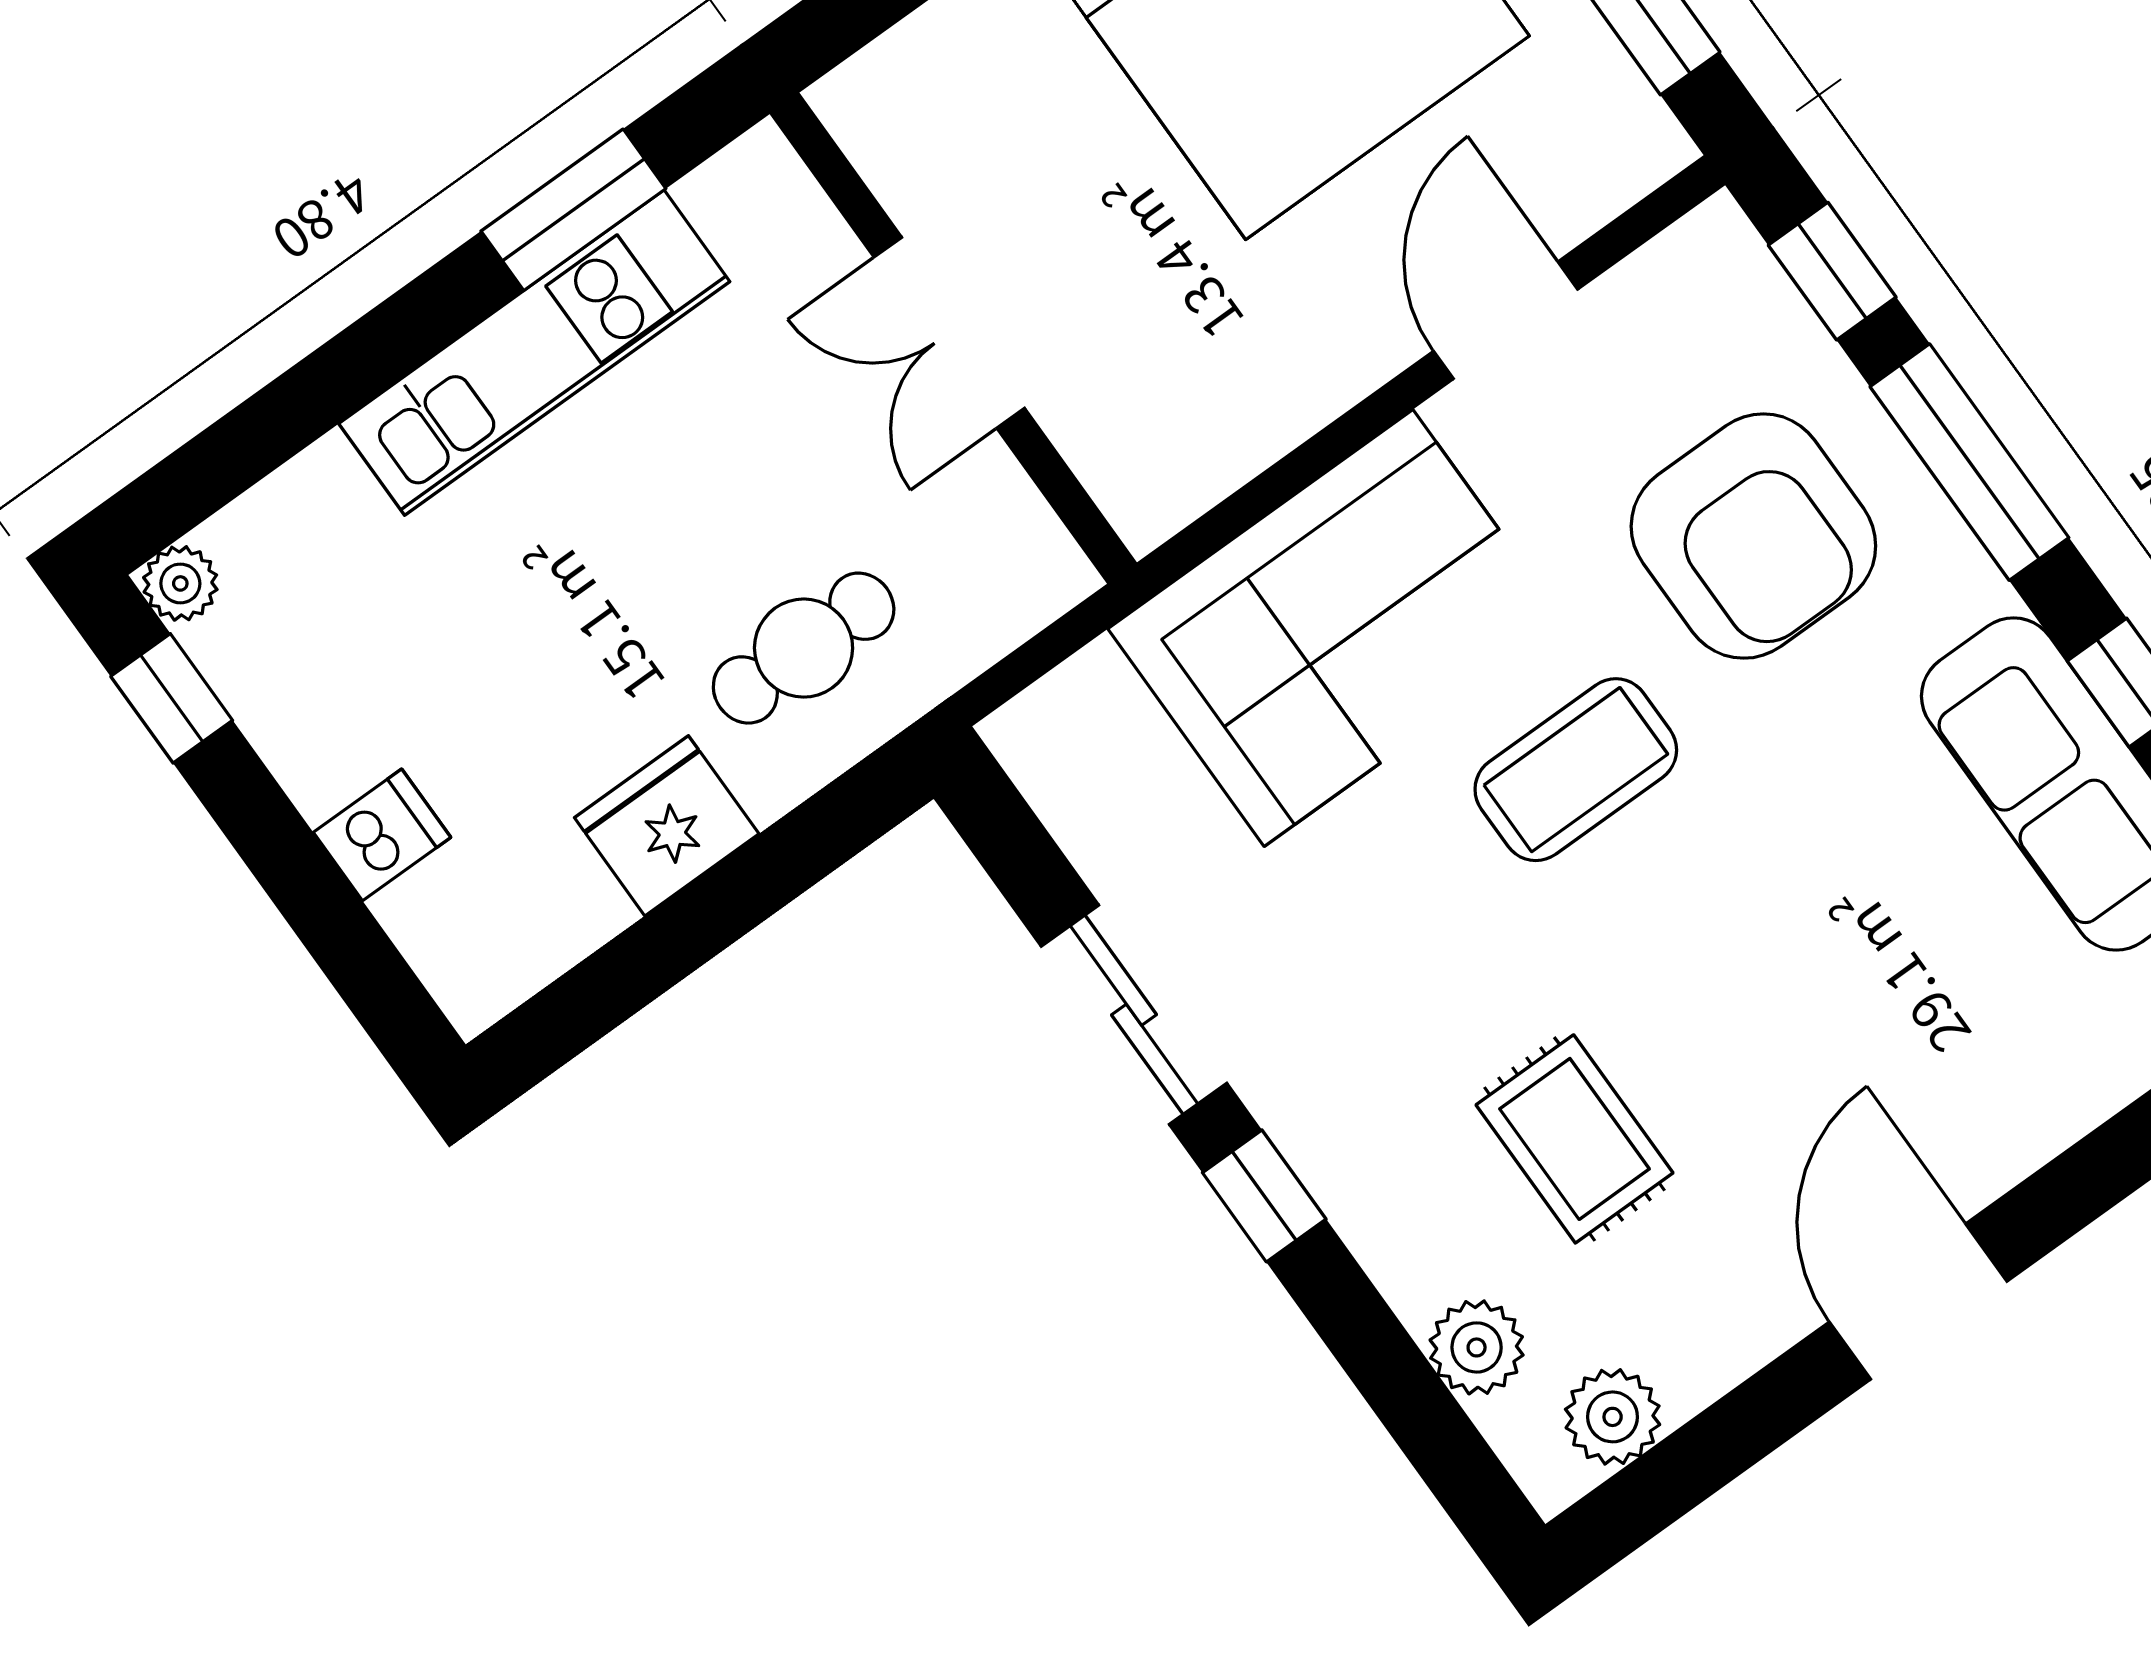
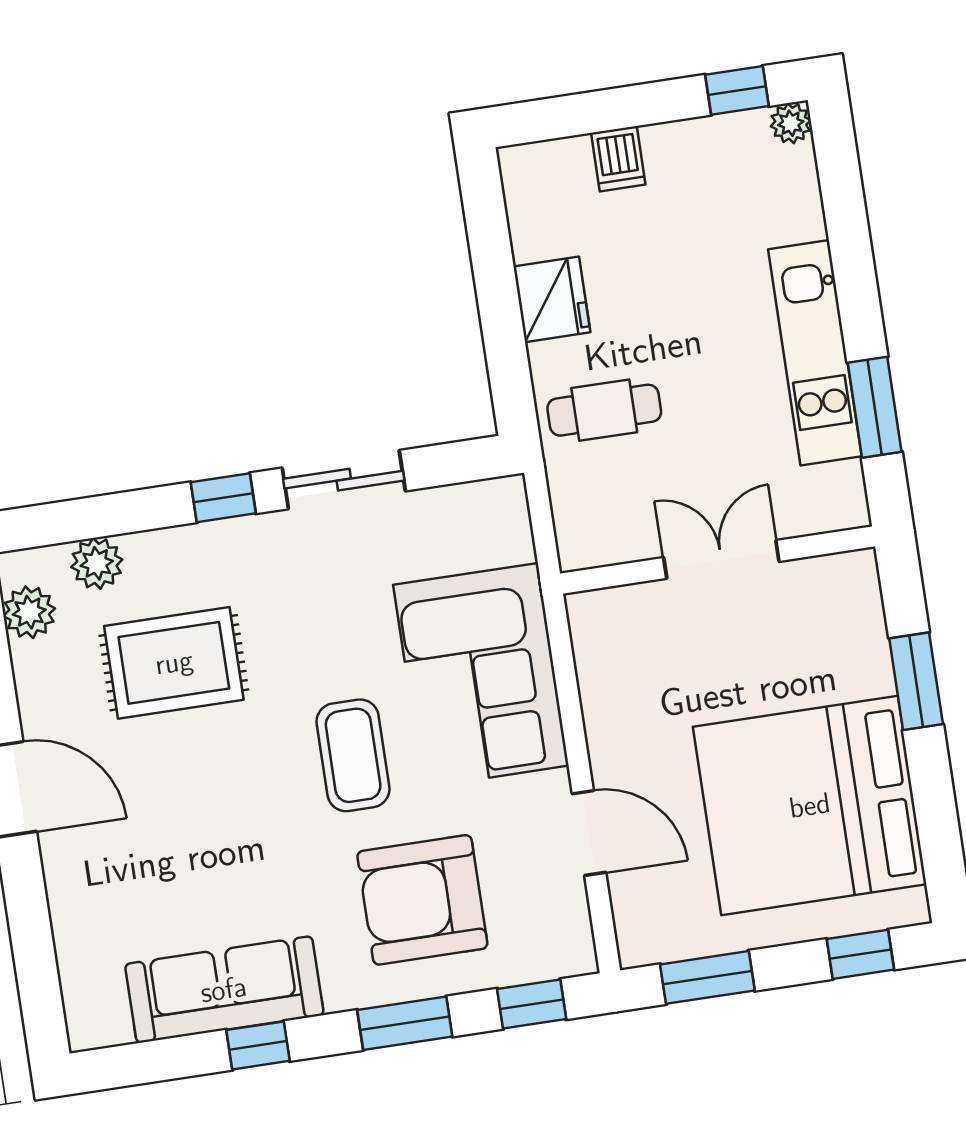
window: (1969, 462) -> (405, 1023), width x0.69
cafe table: (804, 648) -> (604, 410), turned 90
rug: (1575, 1139) -> (174, 663), width x1.36, depth x1.43

